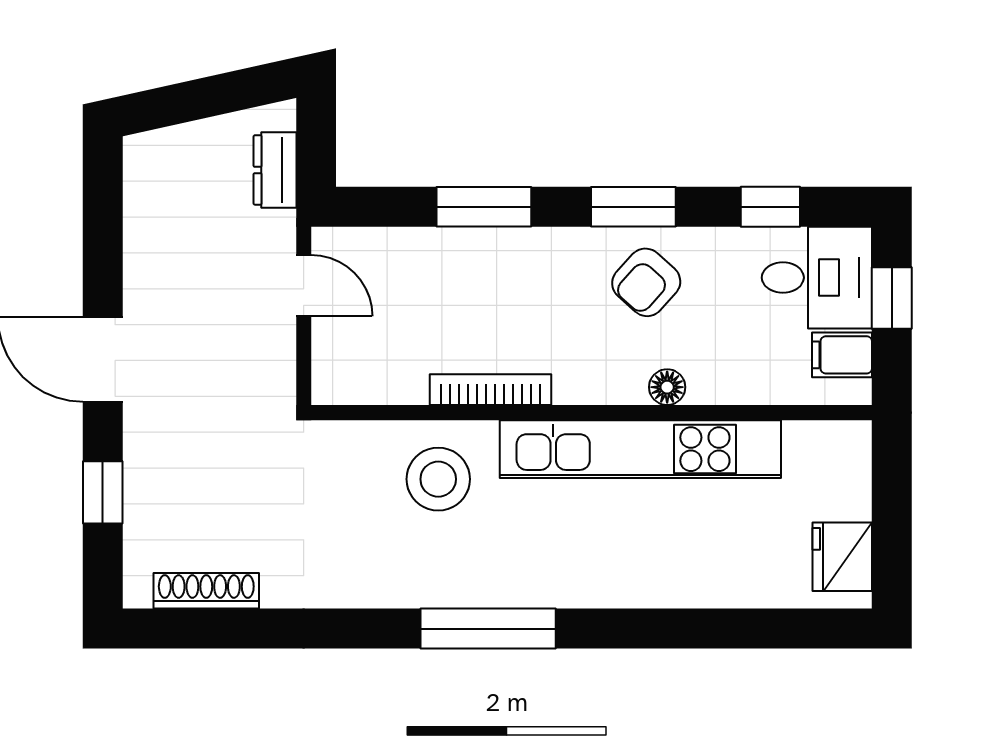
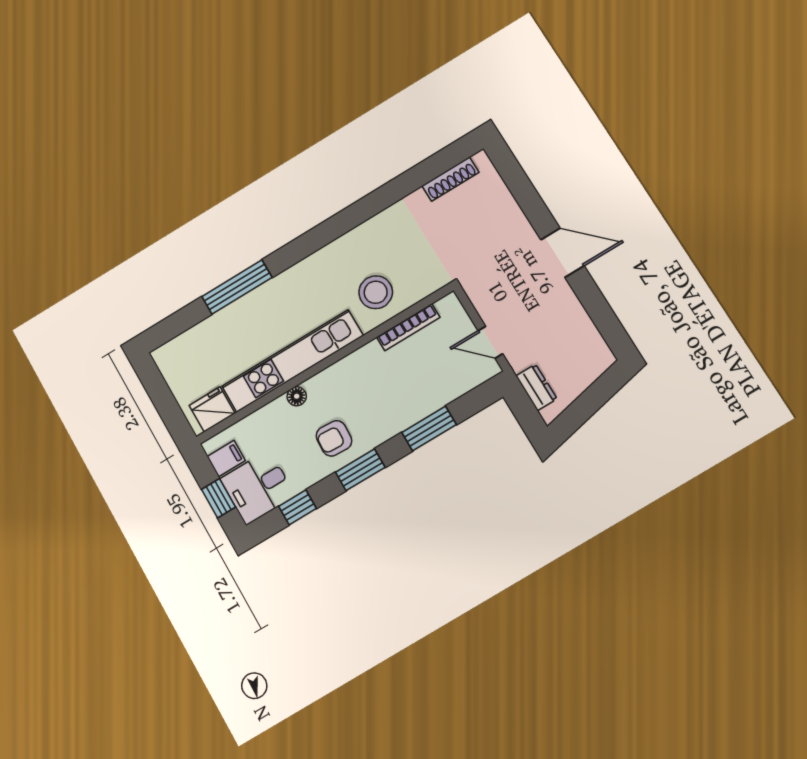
armchair: (646, 282) -> (334, 438), turned -129
bookcase: (491, 390) -> (408, 327), moved
window: (103, 492) -> (525, 194), removed
fridge: (842, 557) -> (212, 409), moved, turned -90
window: (488, 629) -> (237, 287), moved

